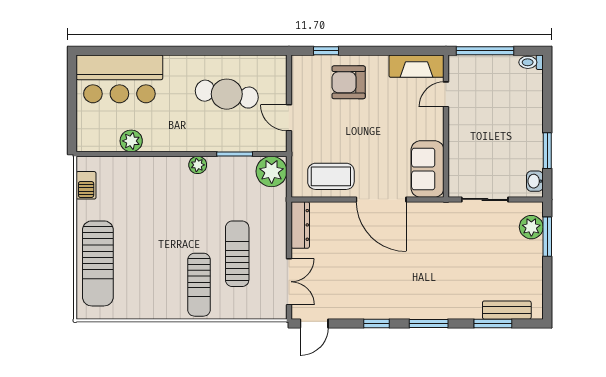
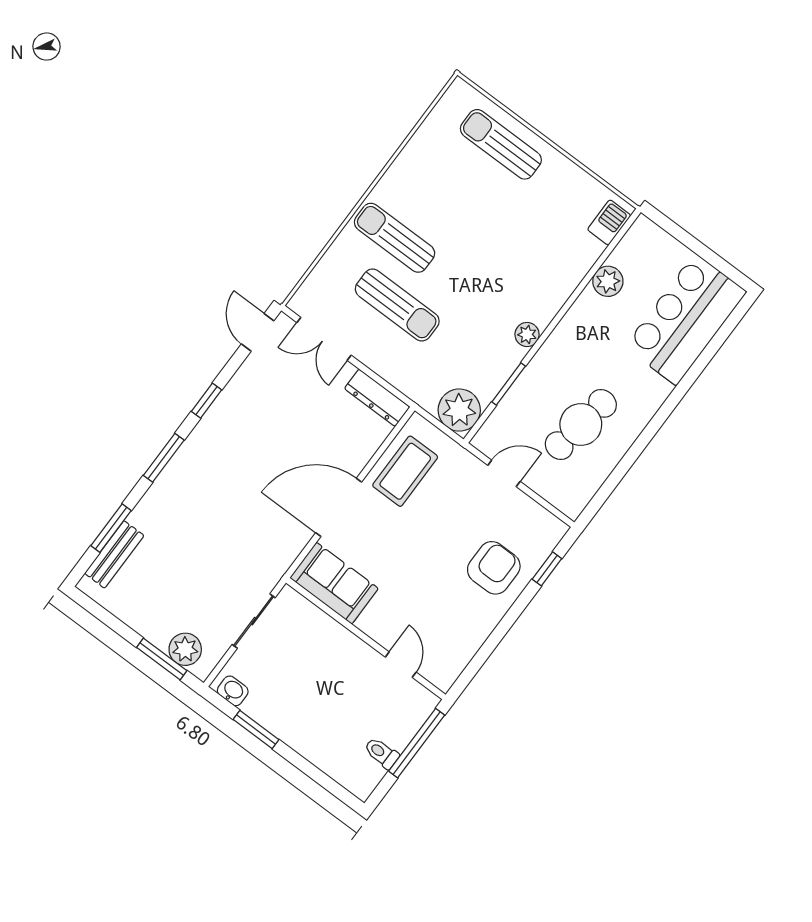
toilet: (531, 62) -> (381, 753), moved, turned -90
fireplace: (417, 66) -> (456, 655), removed
barbecue: (86, 185) -> (609, 222), moved, turned 90
sun lounger: (98, 263) -> (501, 144), width x0.73, depth x0.75

